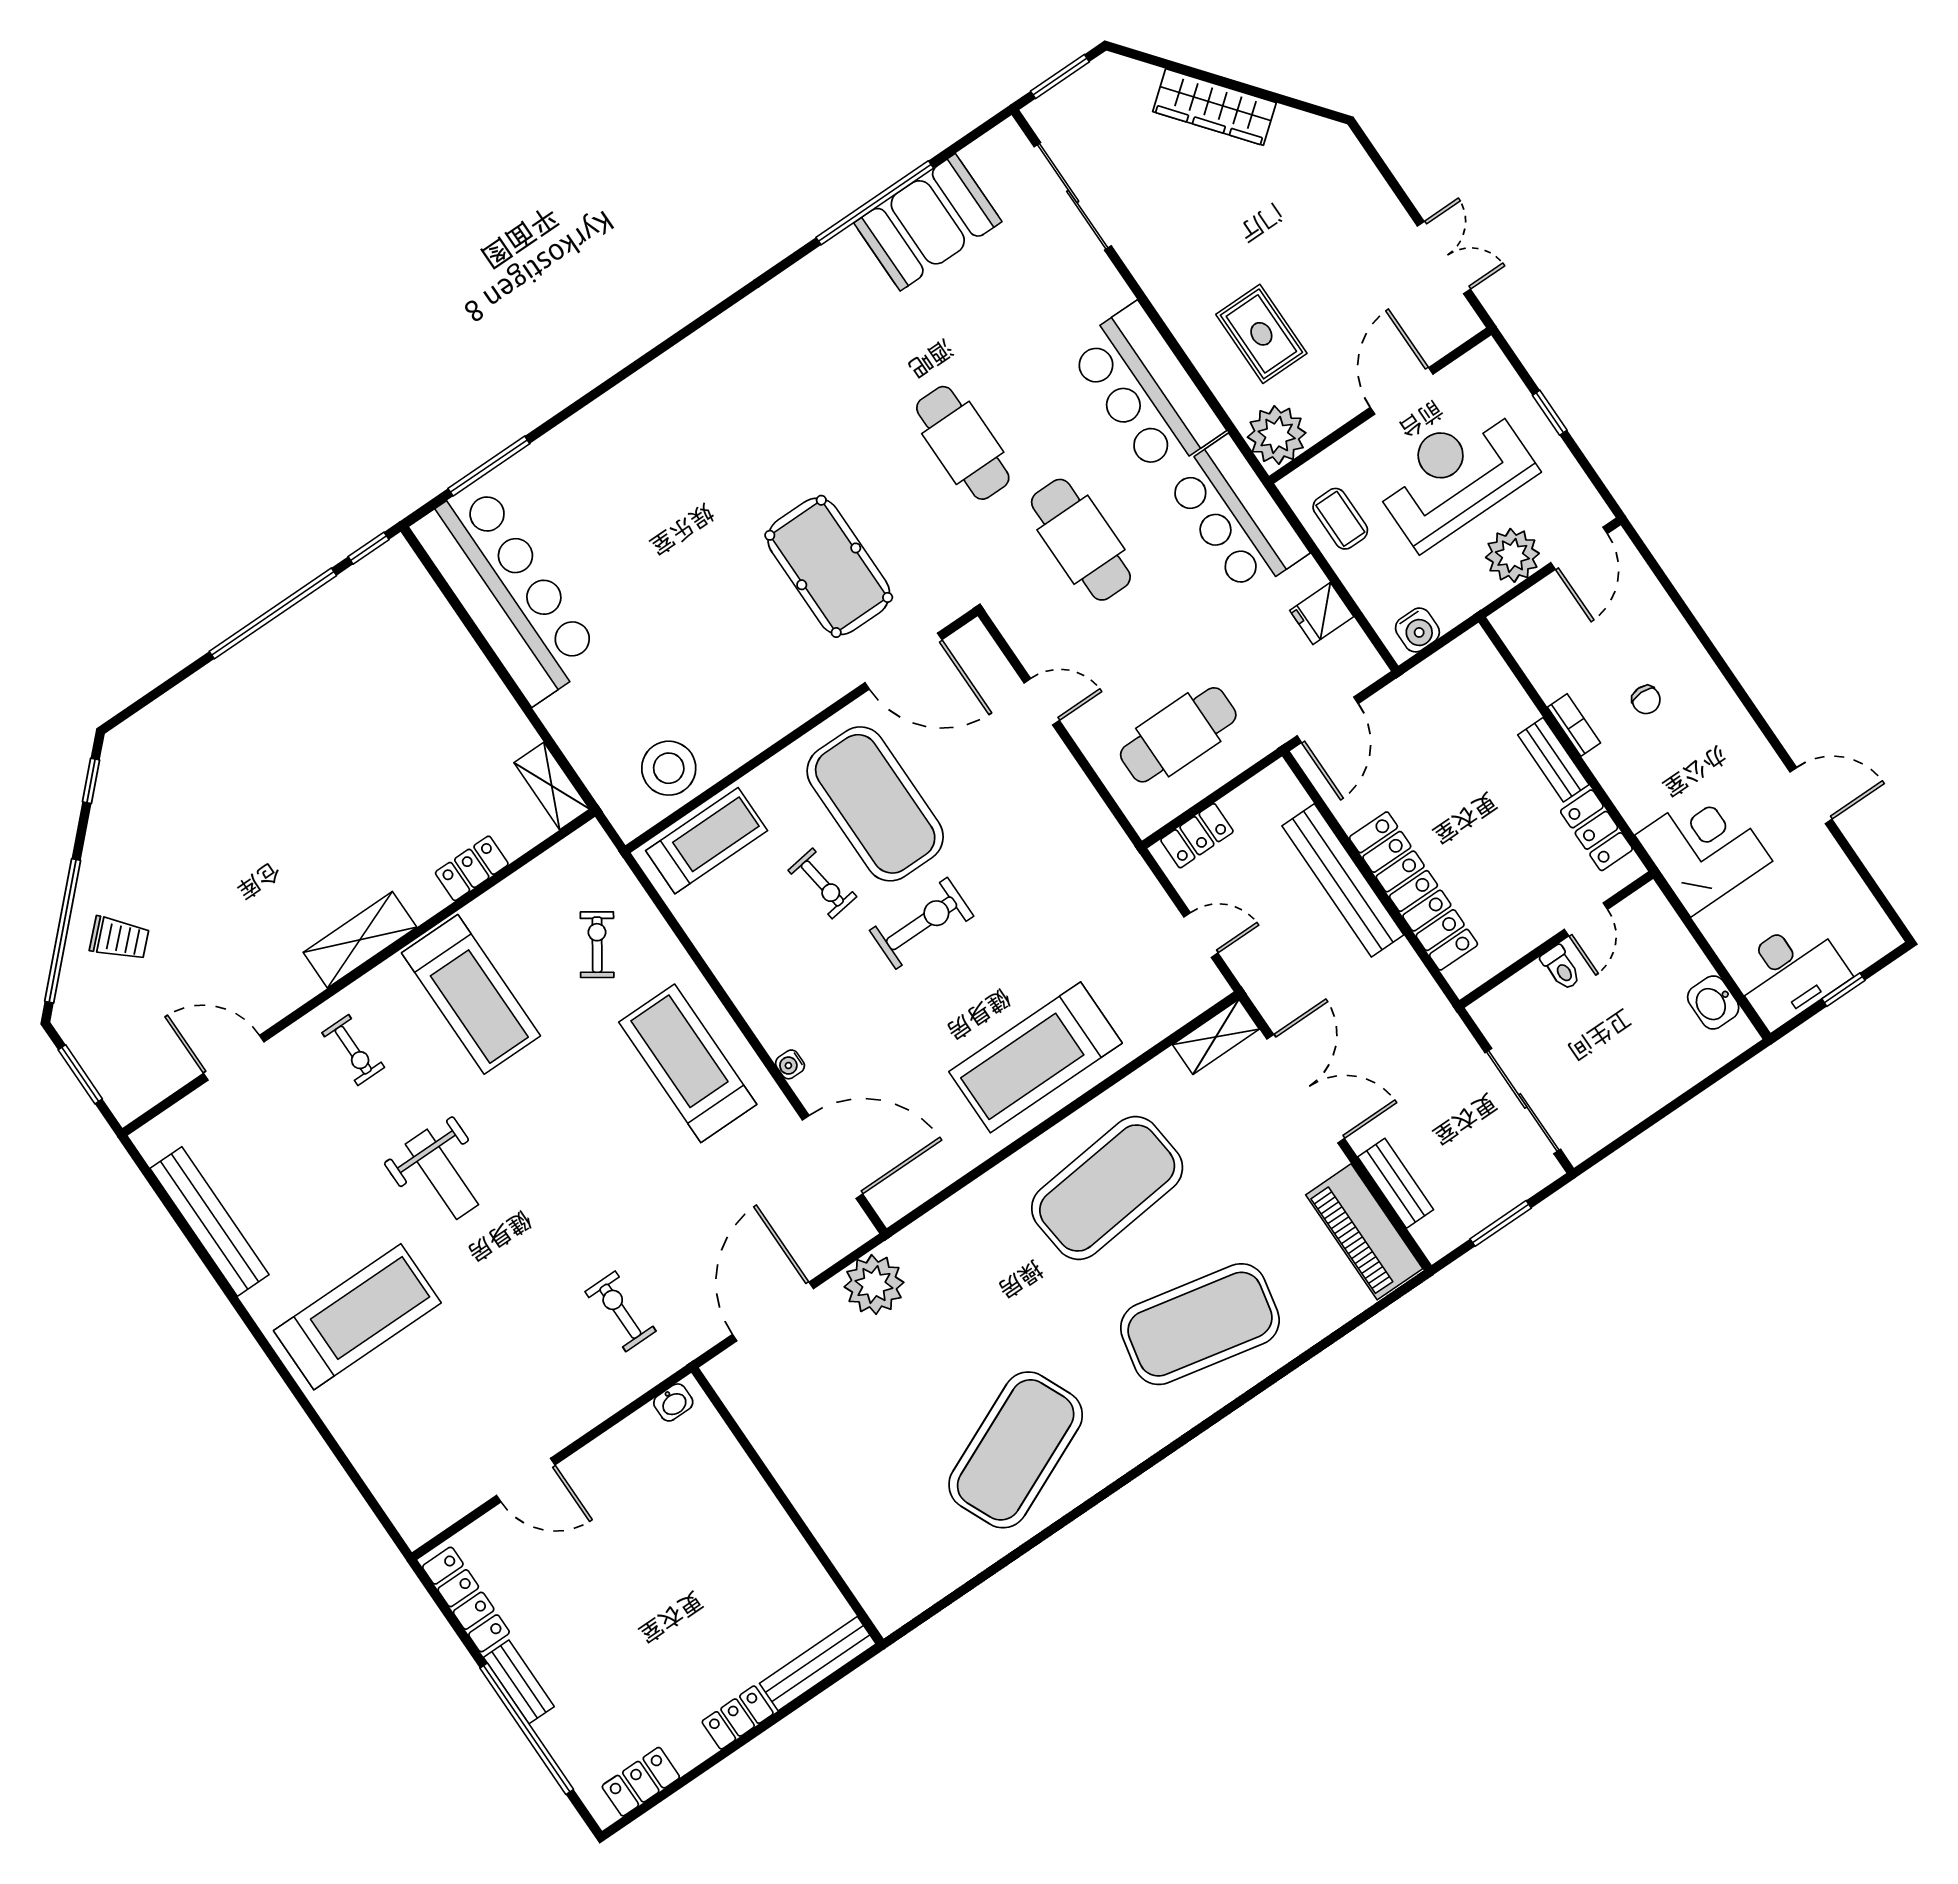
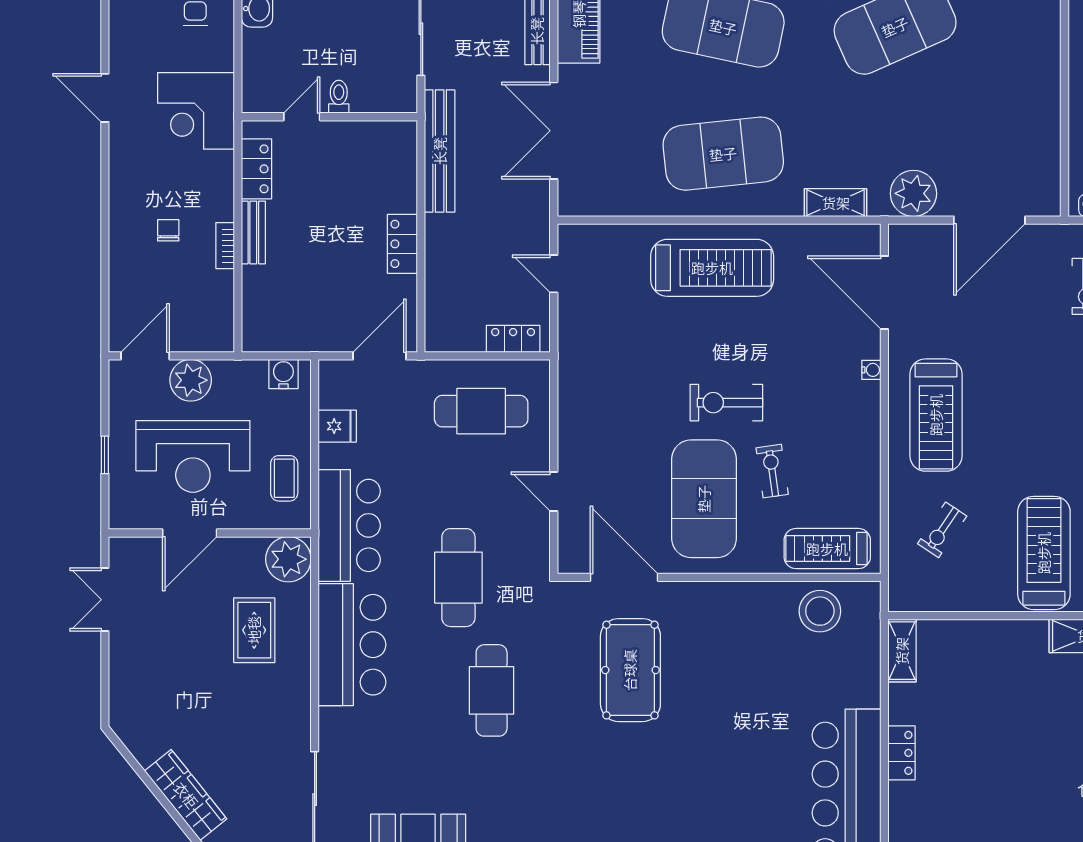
locker: (472, 868) -> (902, 753), moved, turned -90
bench: (1343, 880) -> (440, 151), moved
locker: (1413, 891) -> (402, 244), width x0.46, depth x0.83
shelving: (1216, 1037) -> (836, 203), moved

